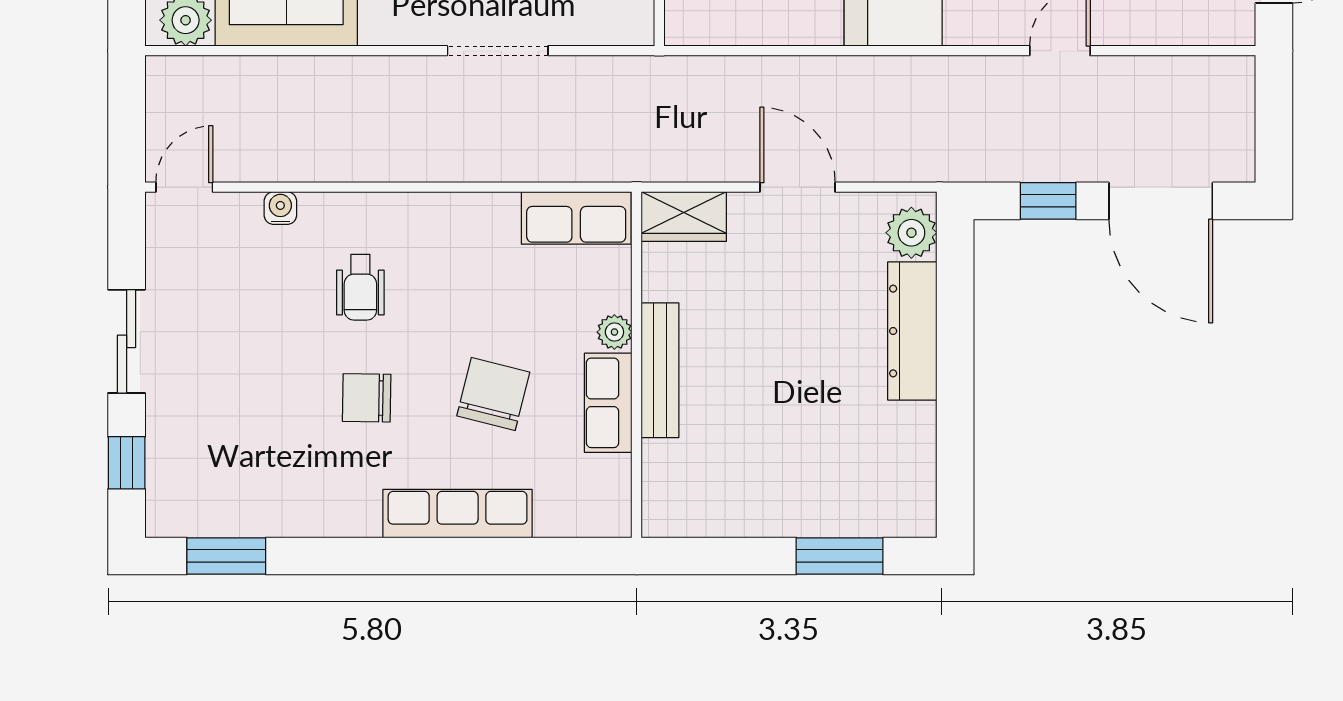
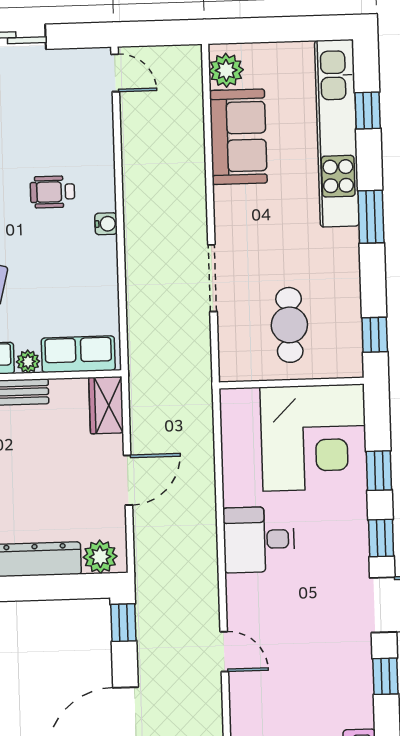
window: (1048, 201) -> (123, 623), moved
water cooler: (280, 208) -> (106, 224), moved
row of seats: (576, 218) -> (78, 354), moved, turned 90

